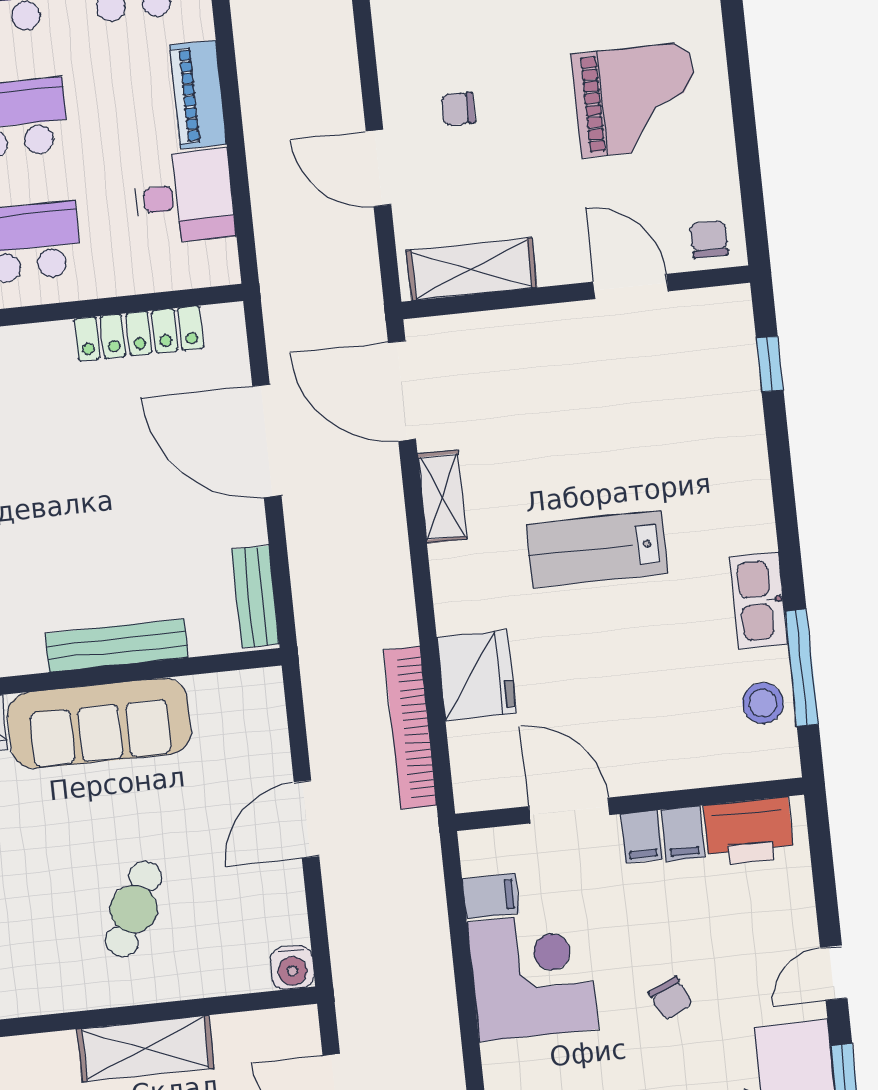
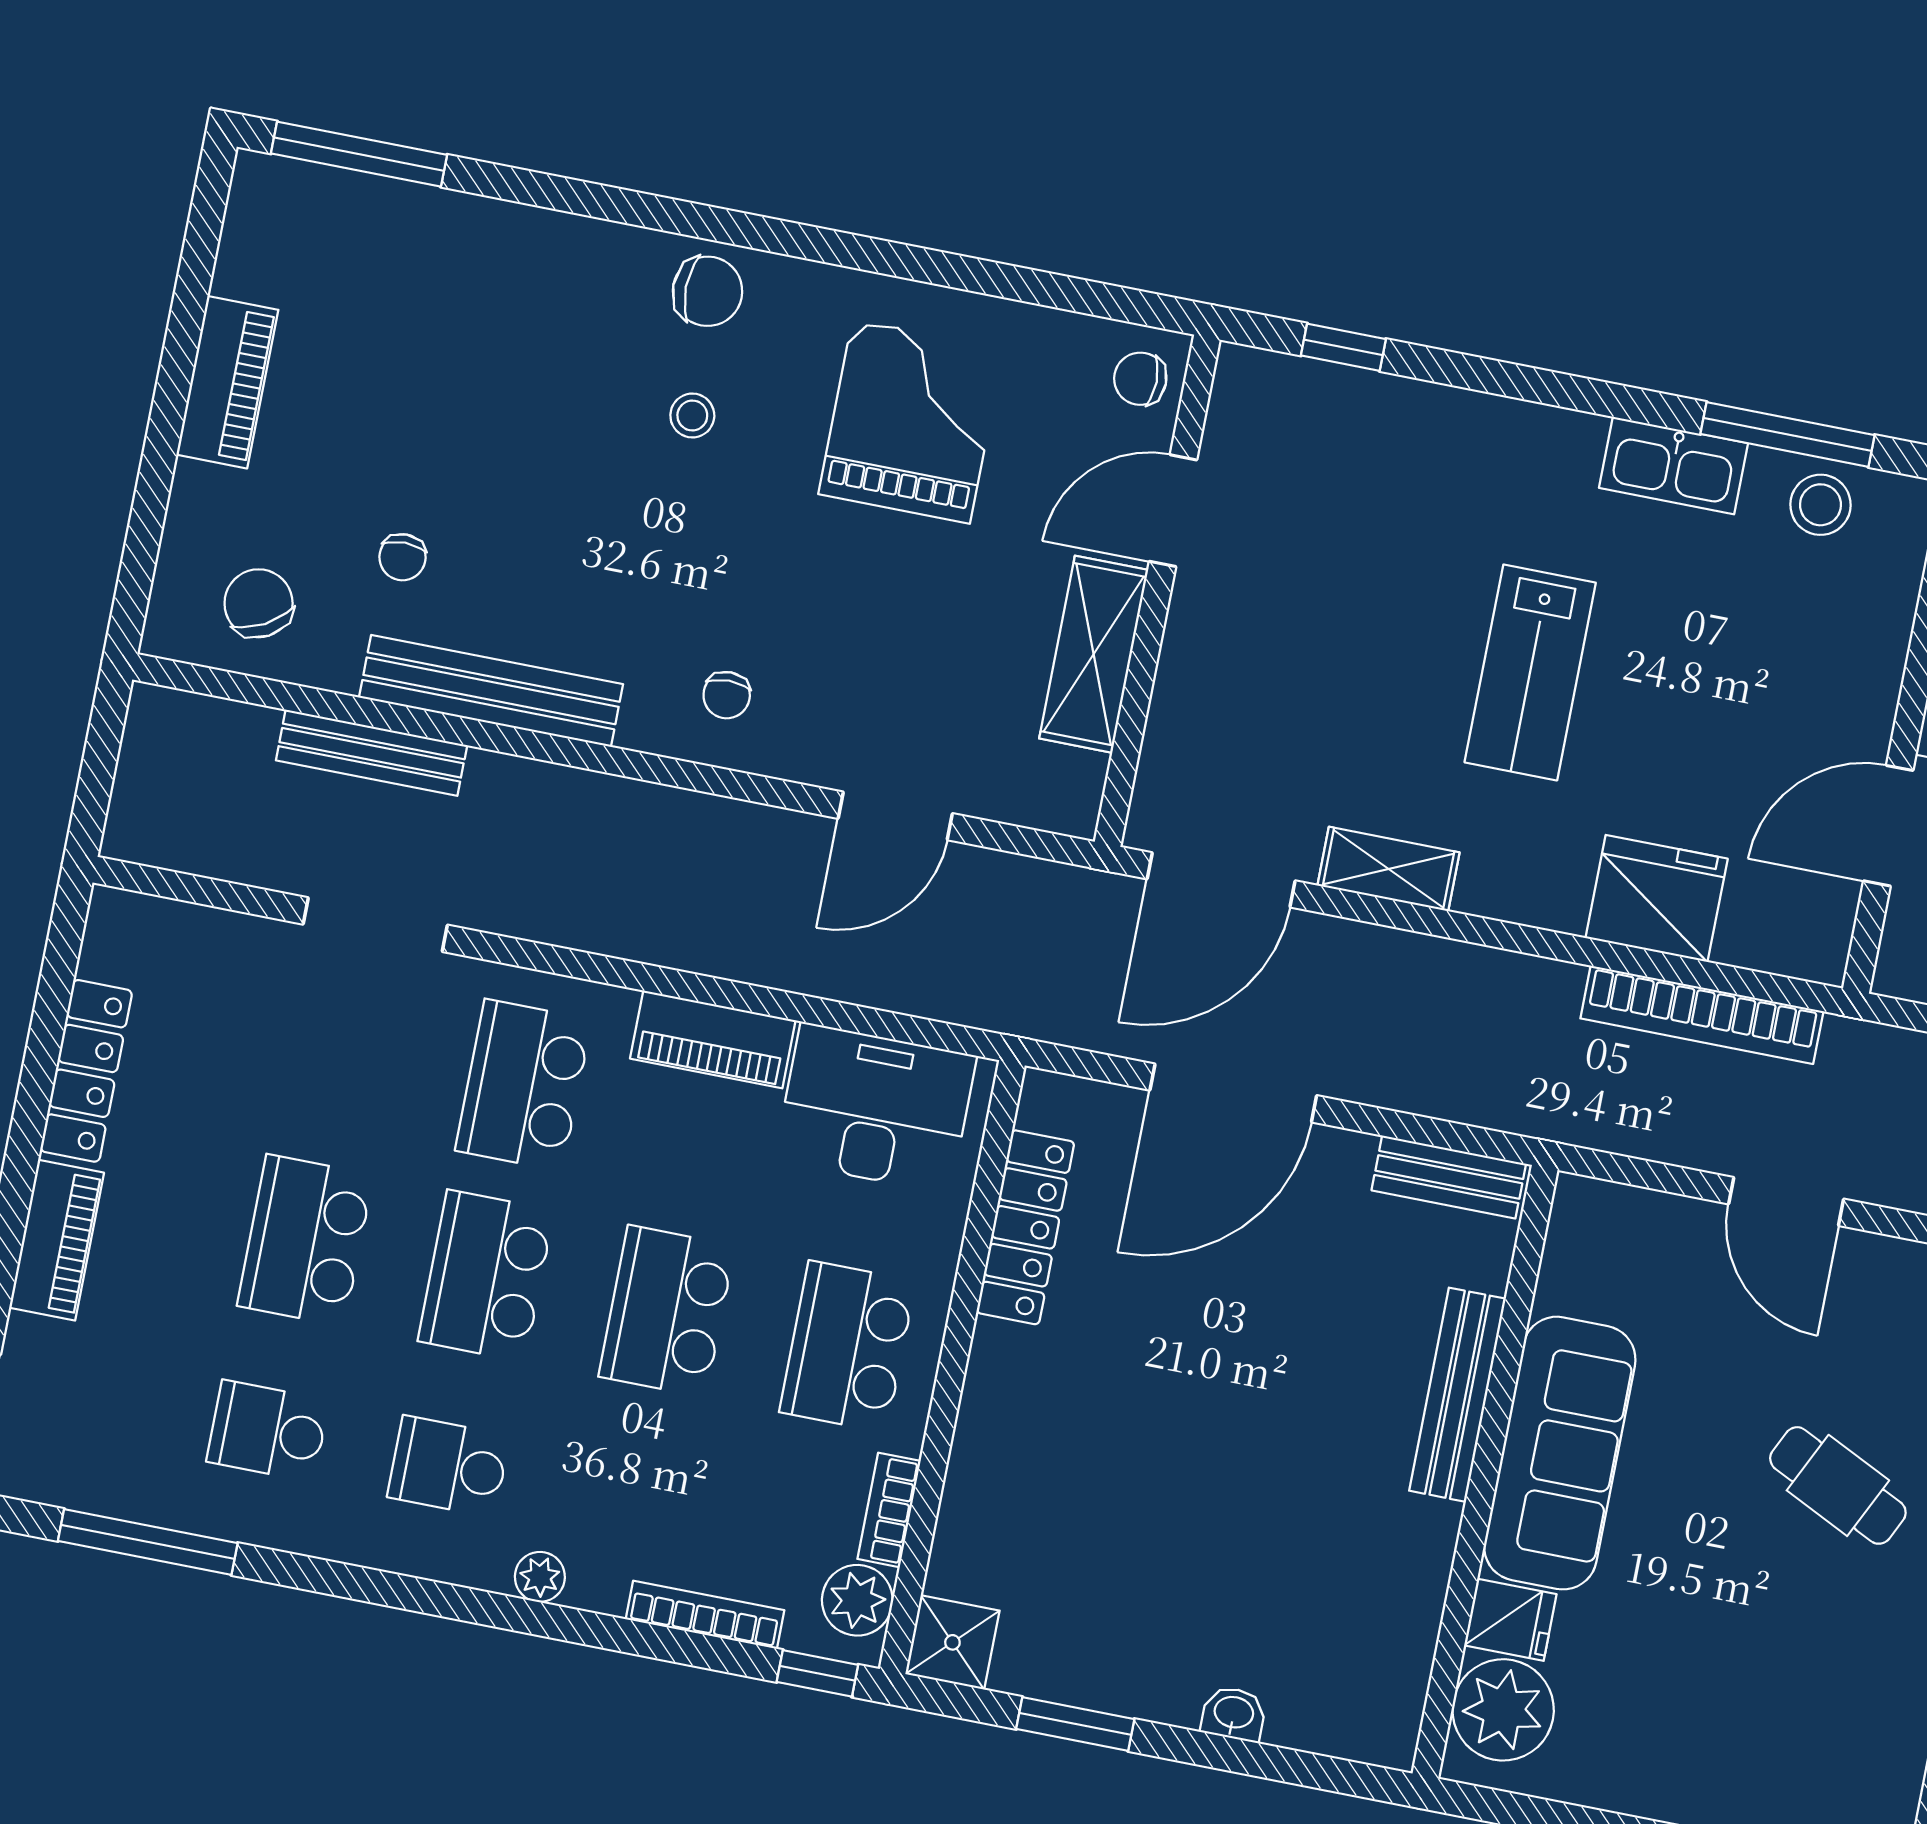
chair: (458, 109) -> (727, 695), moved
desk: (184, 197) -> (875, 1108), width x1.37
shelving: (472, 269) -> (1094, 654), moved

